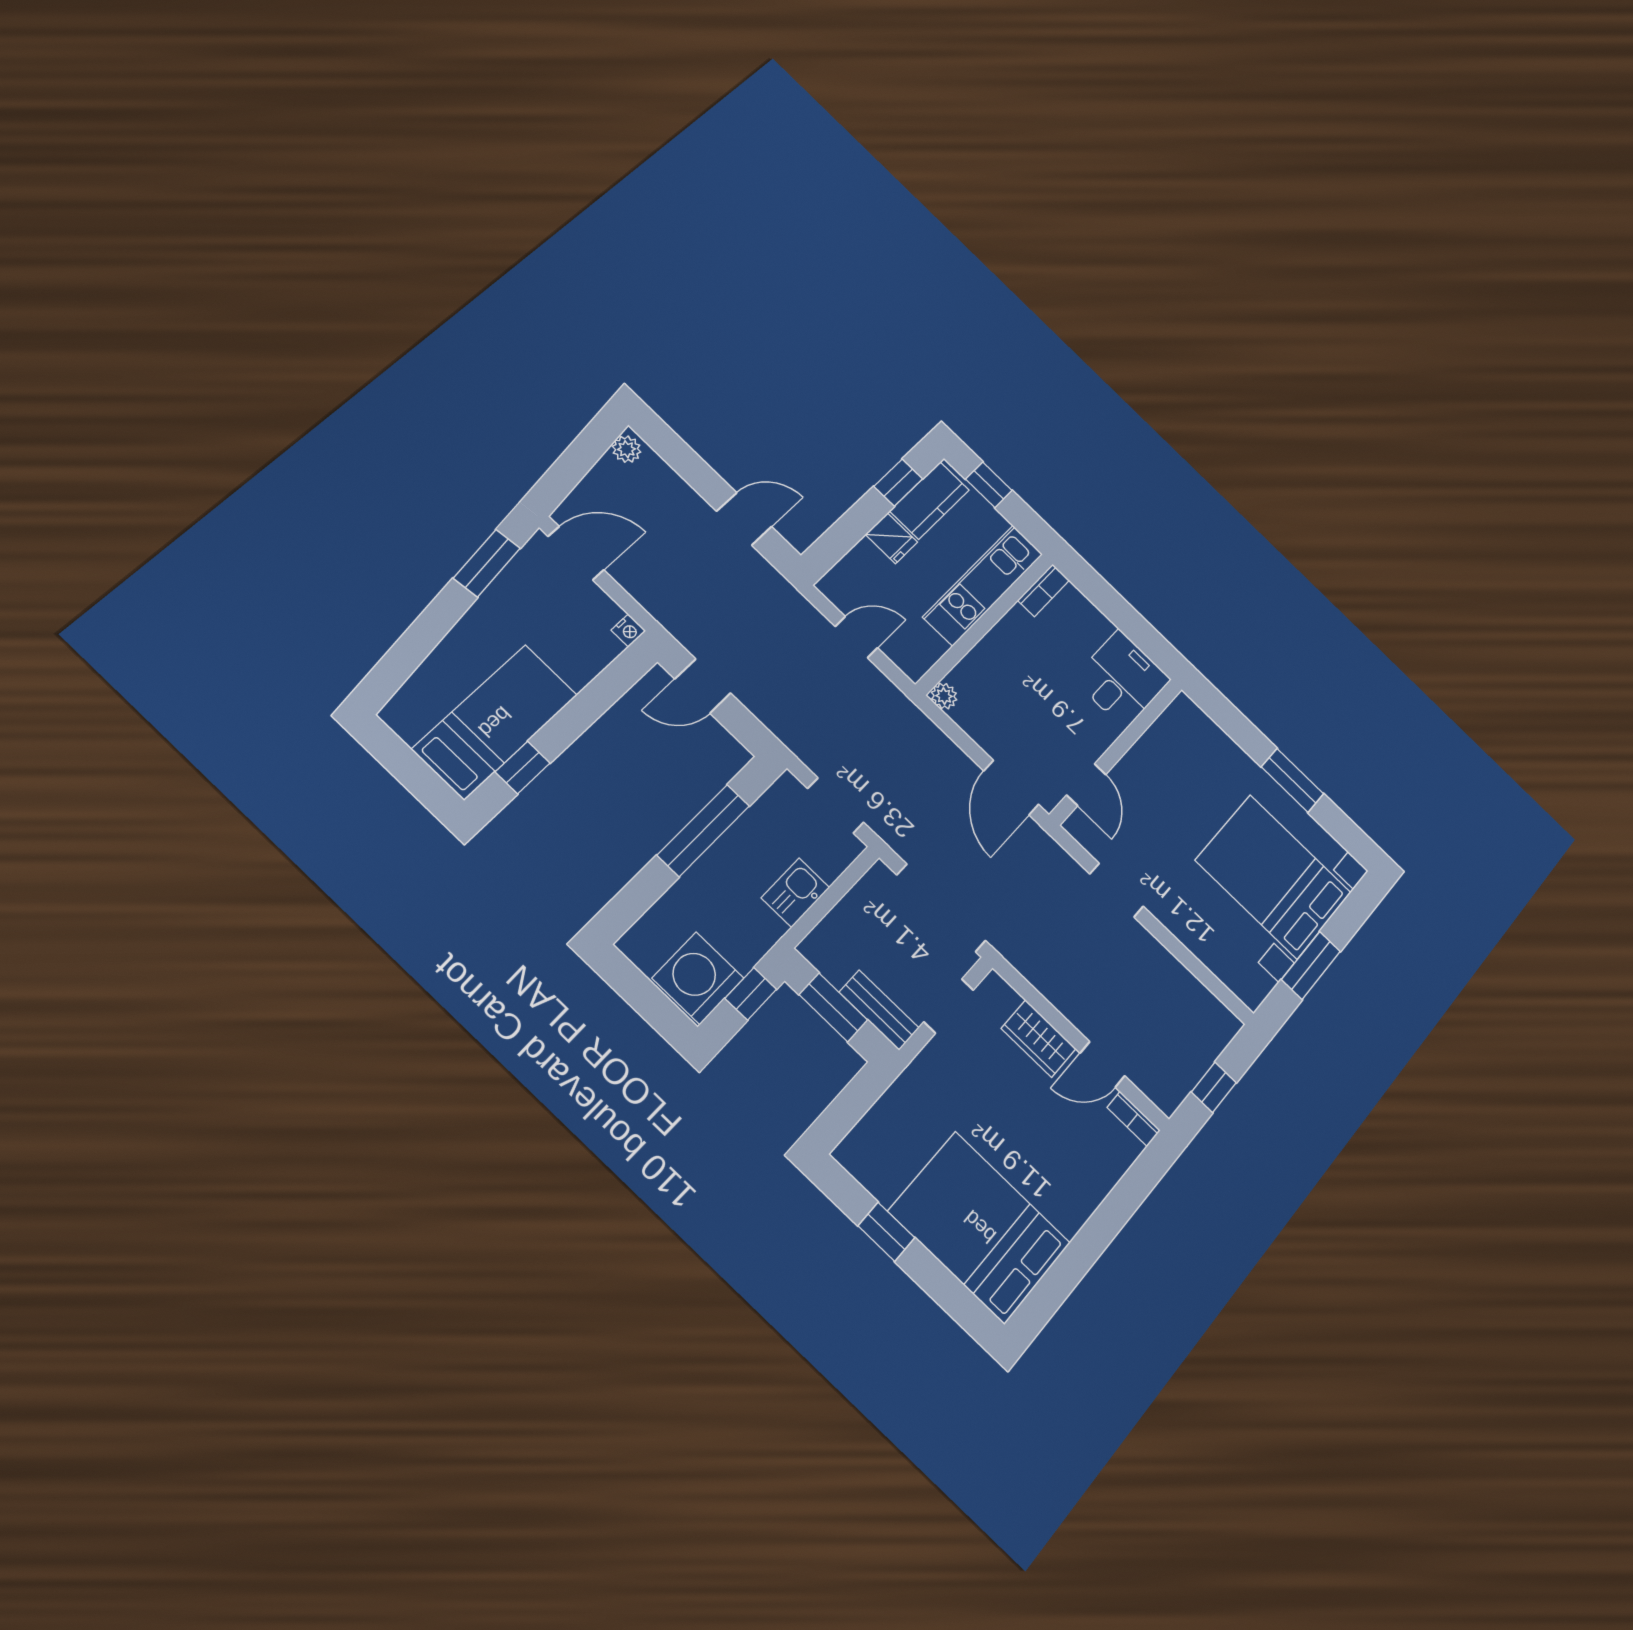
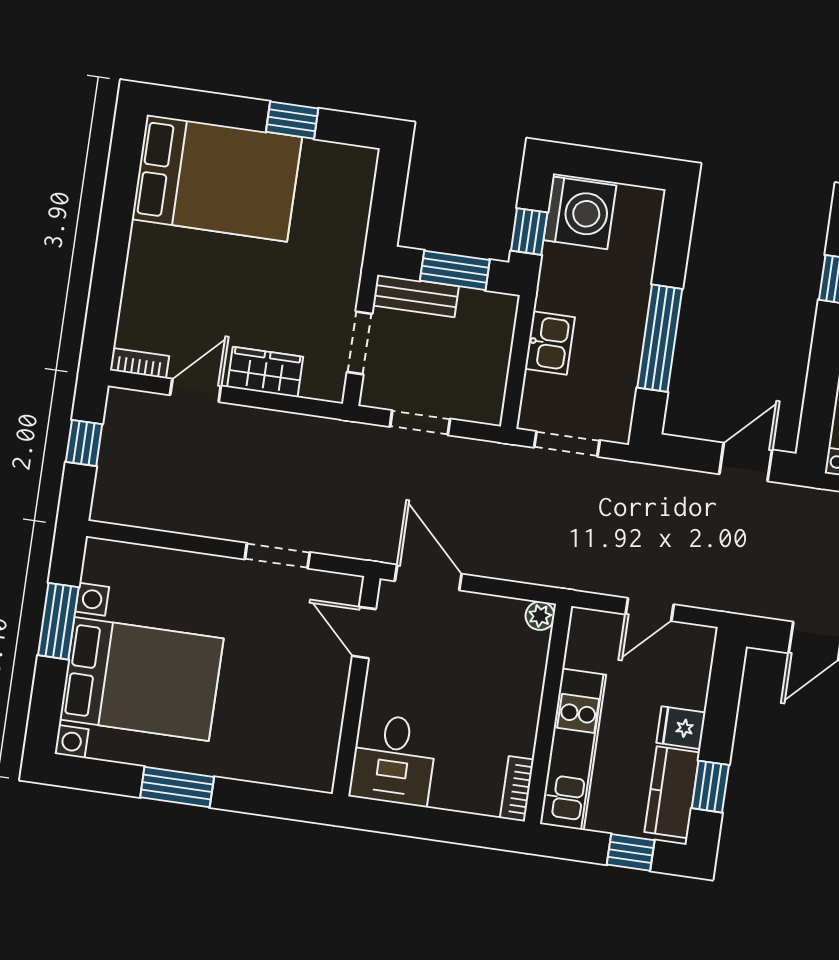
doorway: (941, 908) -> (420, 423), width x0.53

